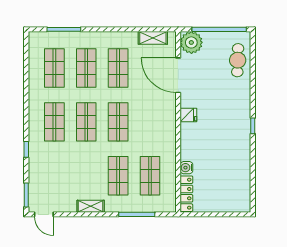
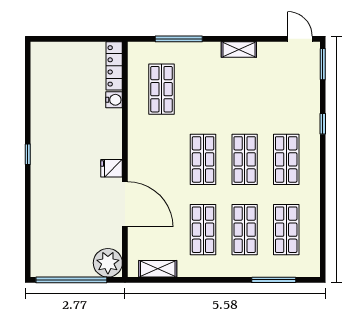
cafe table: (238, 60) -> (47, 240), removed
door: (178, 75) -> (125, 204), moved
shop shelf: (118, 176) -> (203, 89), removed

